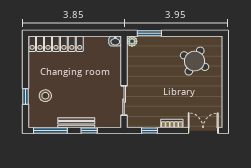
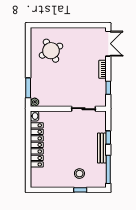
locker: (56, 44) -> (37, 145), moved
round table: (195, 61) -> (51, 51), turned 33
double door: (203, 131) -> (108, 44), swing flipped

